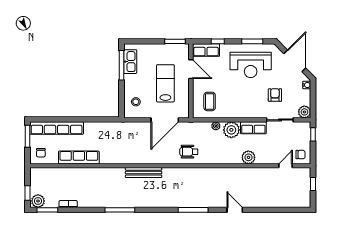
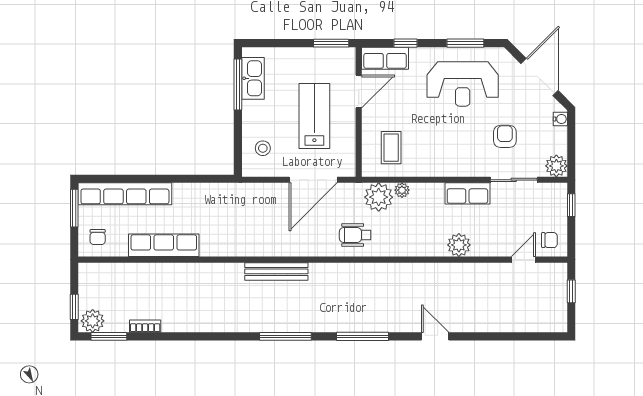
door: (191, 69) -> (359, 91), hinge flipped
plant: (231, 130) -> (379, 197), moved
window: (120, 210) -> (285, 336), moved

